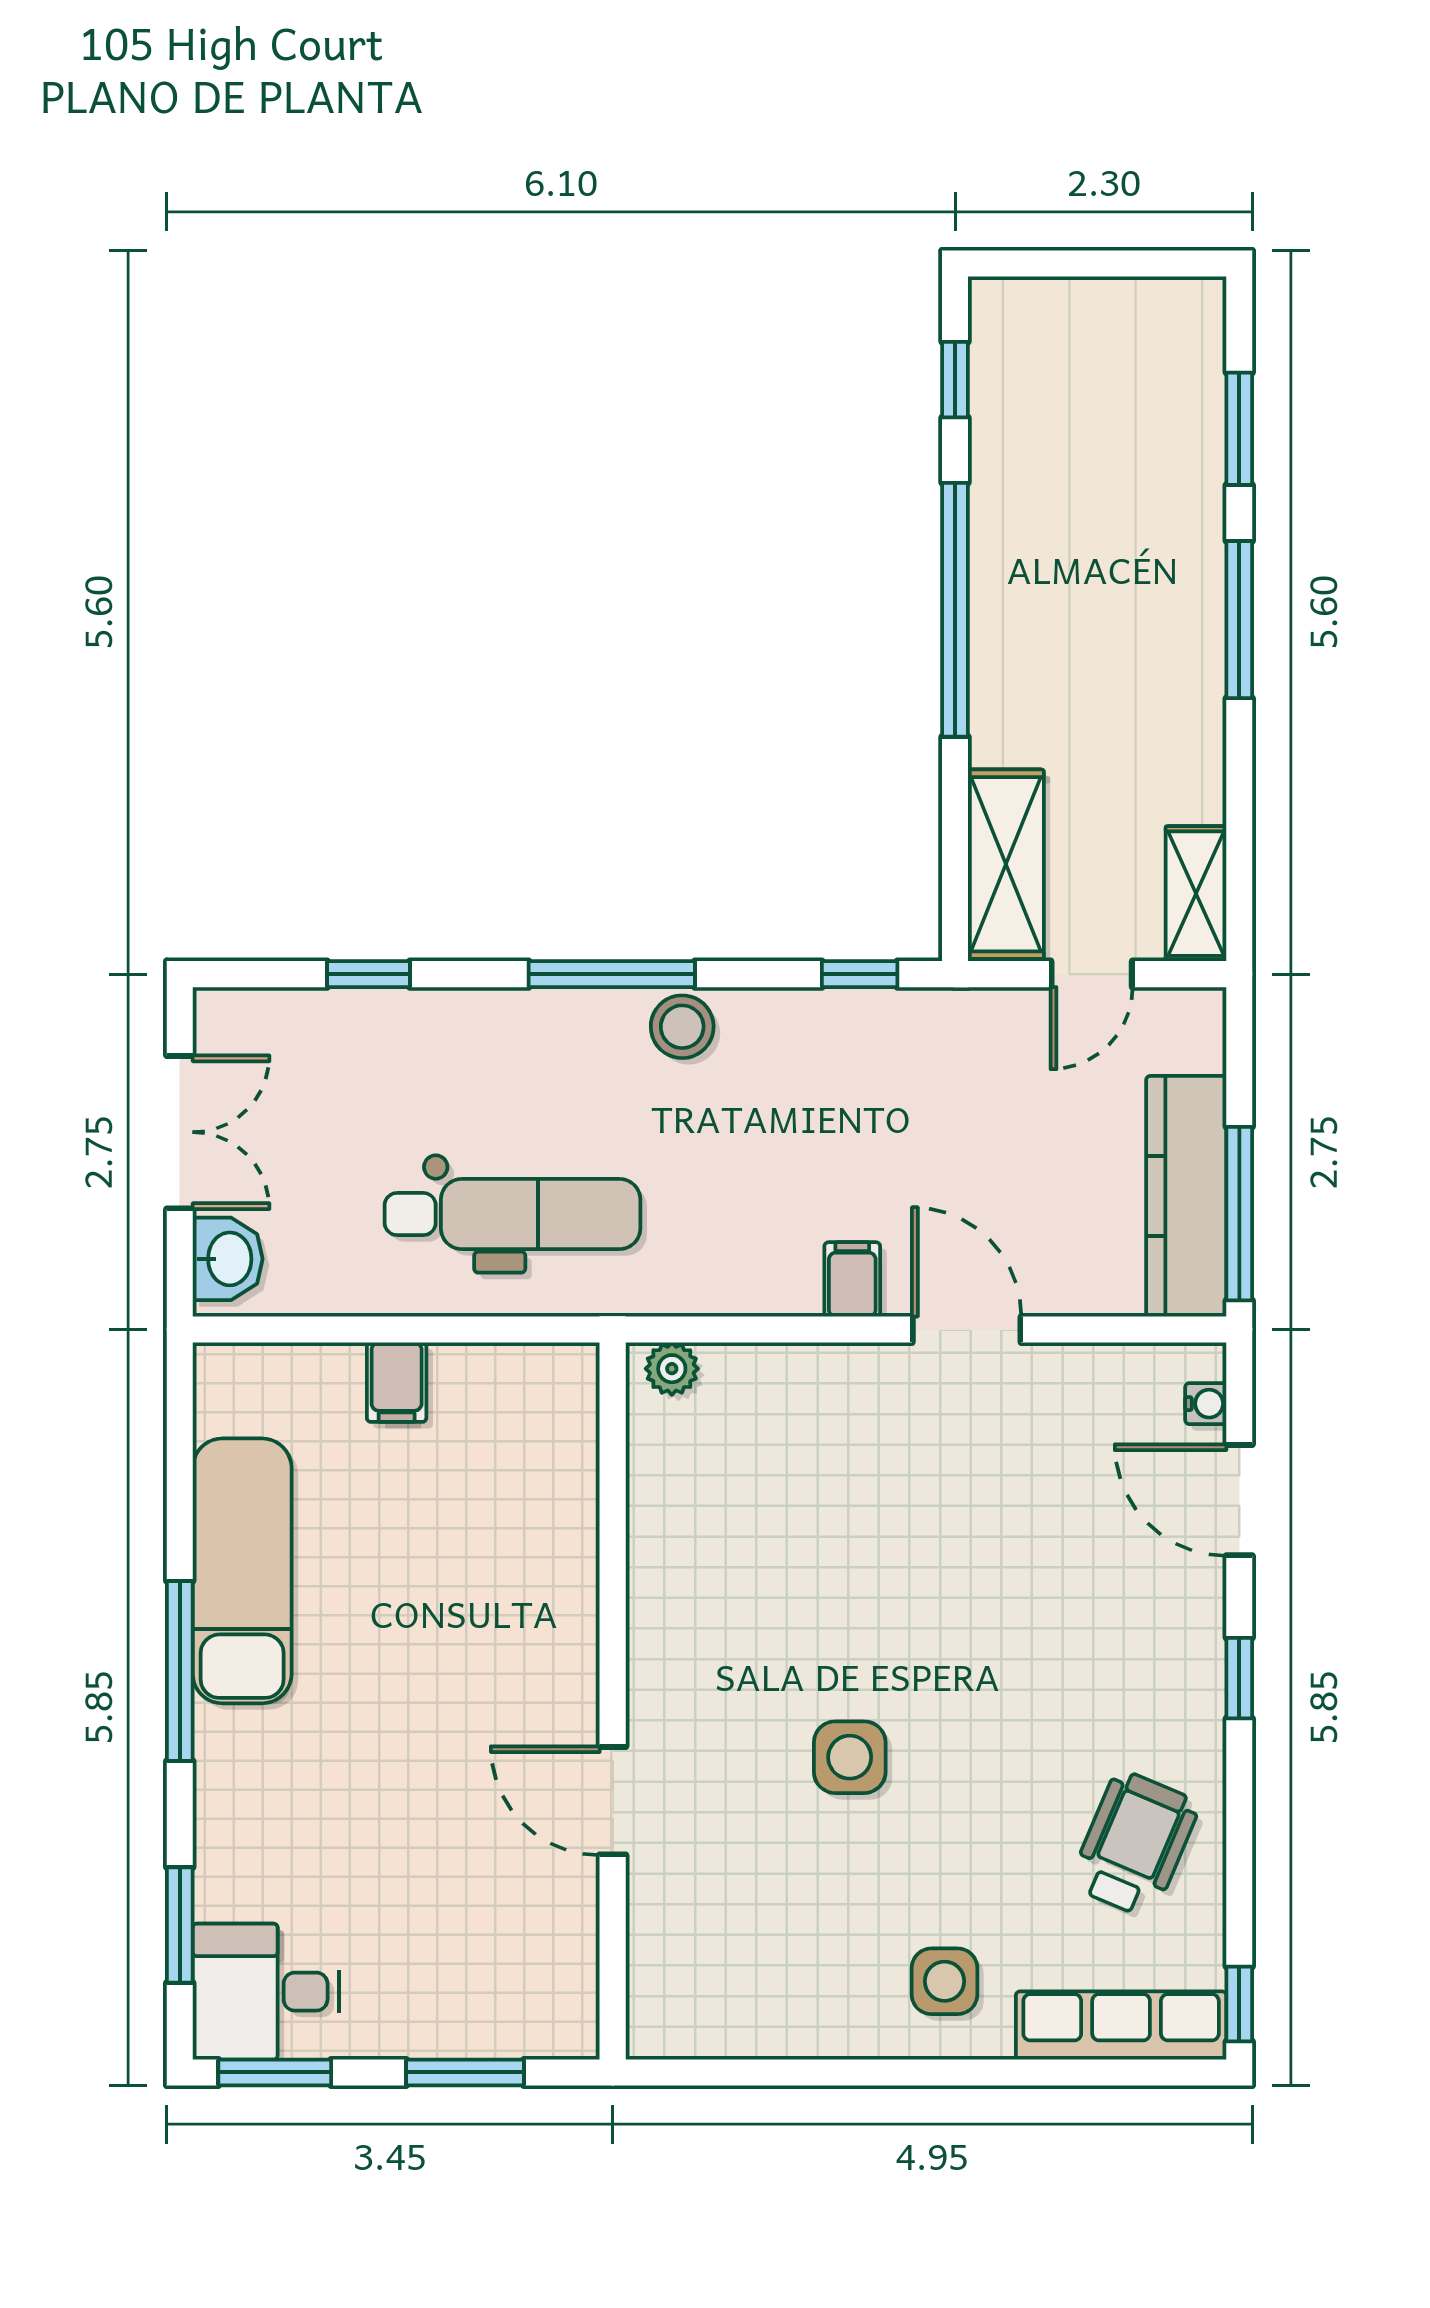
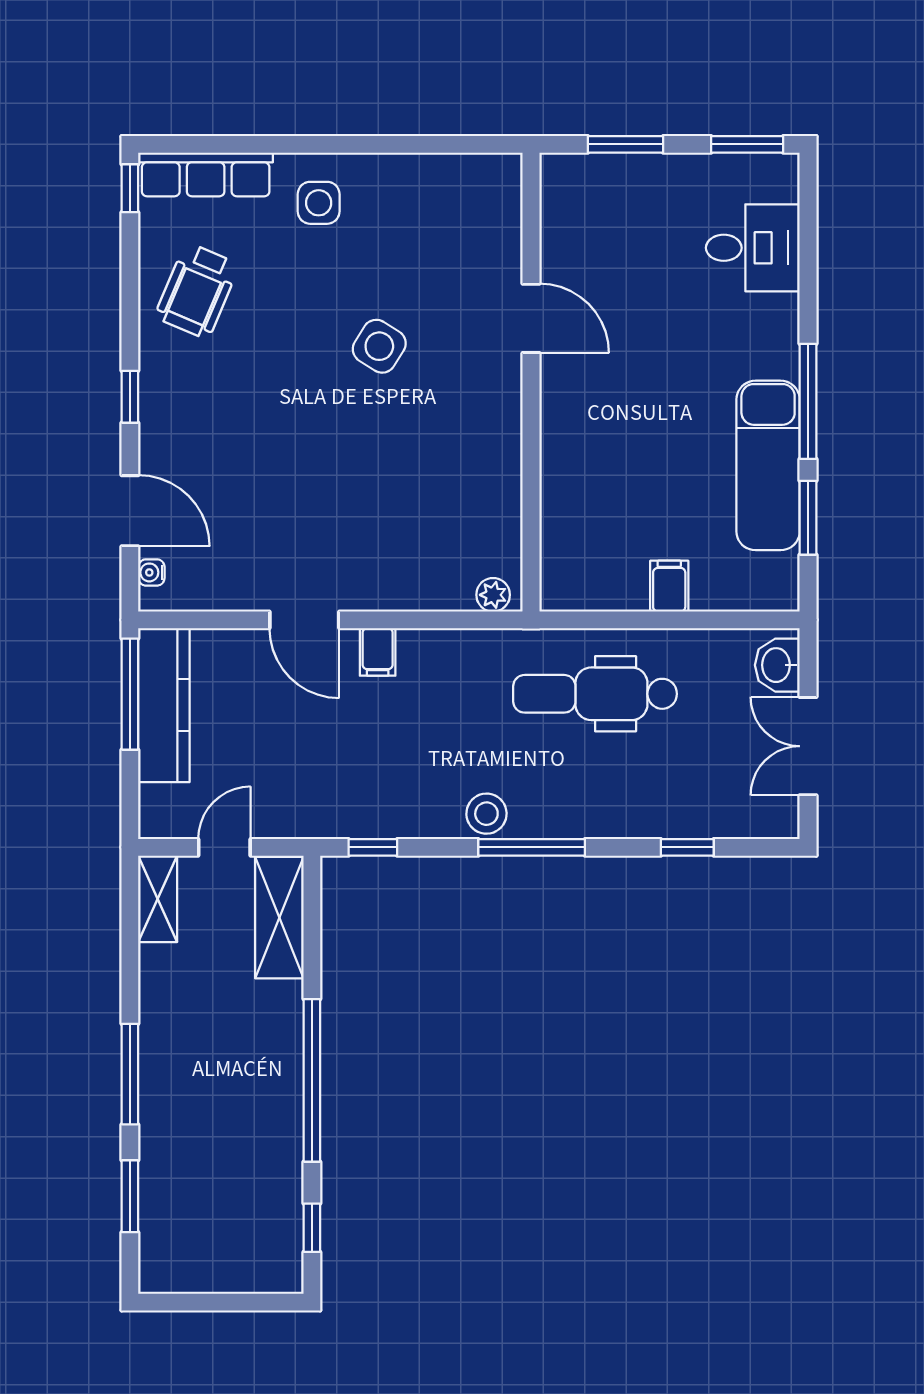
side table: (850, 1757) -> (379, 346), turned 32
window: (180, 1925) -> (808, 518), moved
desk: (266, 1992) -> (753, 248), moved

